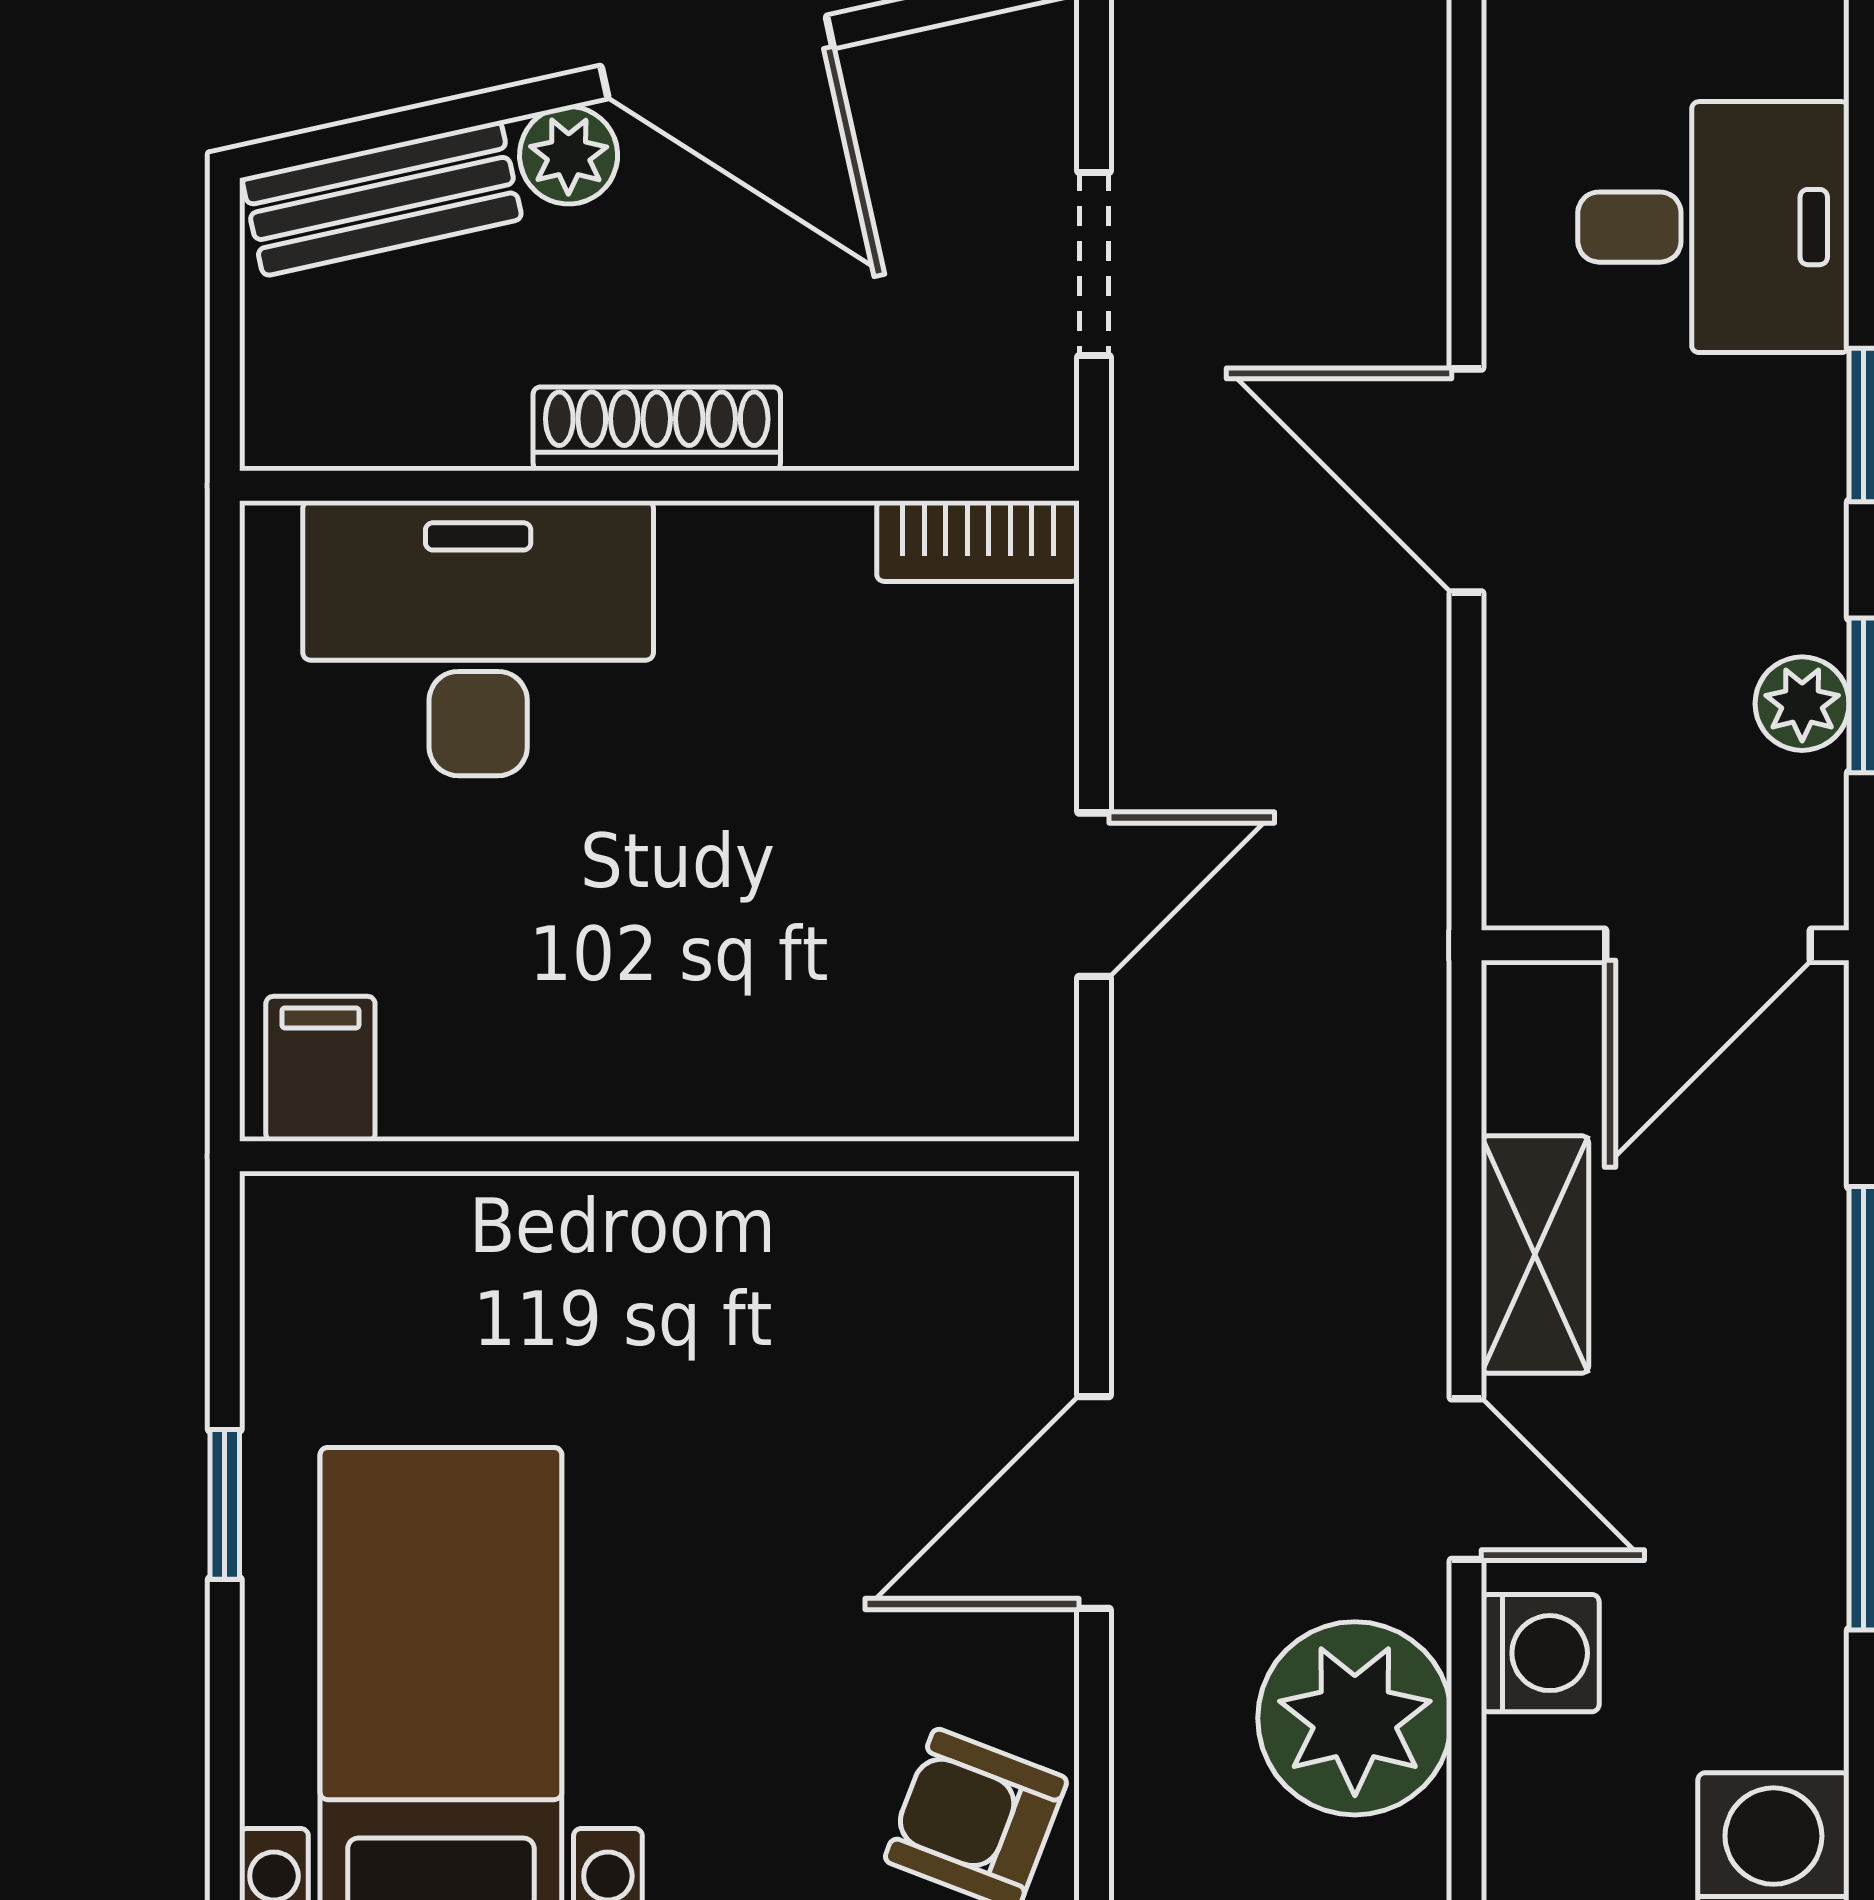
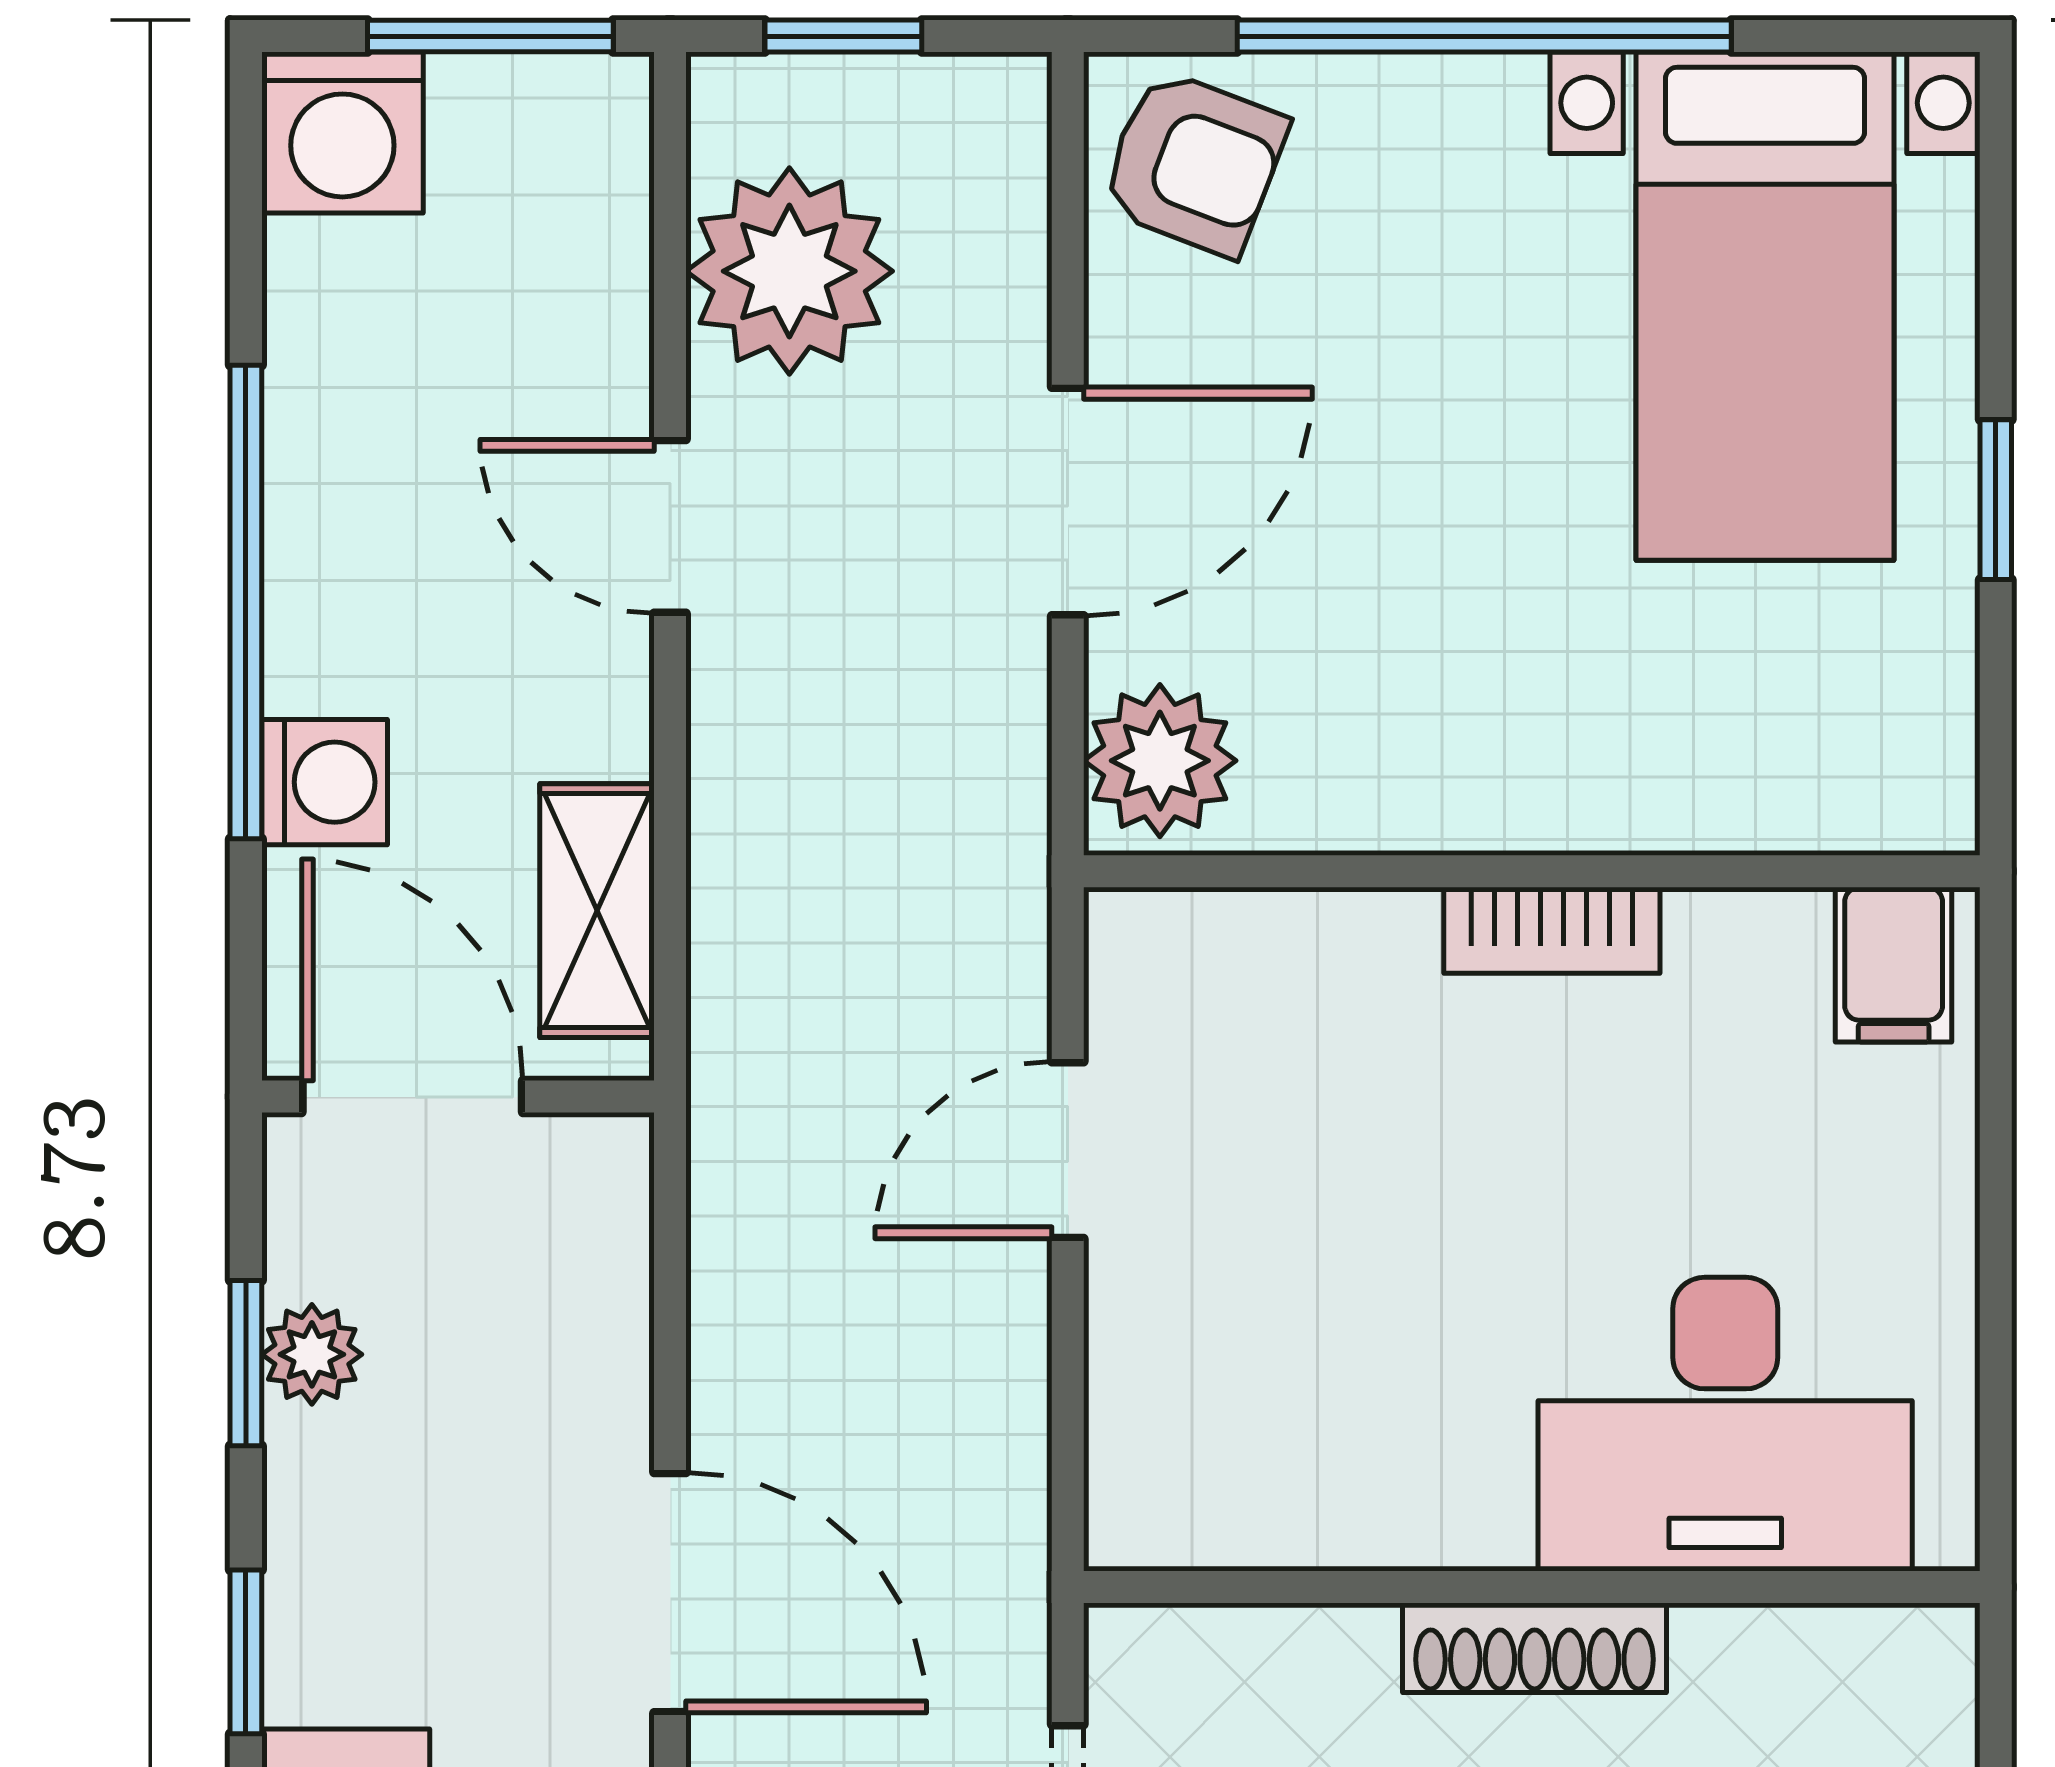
bookcase: (978, 541) -> (1552, 930), moved, turned 180
door: (1708, 945) -> (412, 1097), hinge flipped
shelving: (1535, 1254) -> (597, 911), moved
plant: (1008, 1260) -> (1160, 761), added
washing machine: (1540, 1653) -> (325, 782), moved, turned 180

